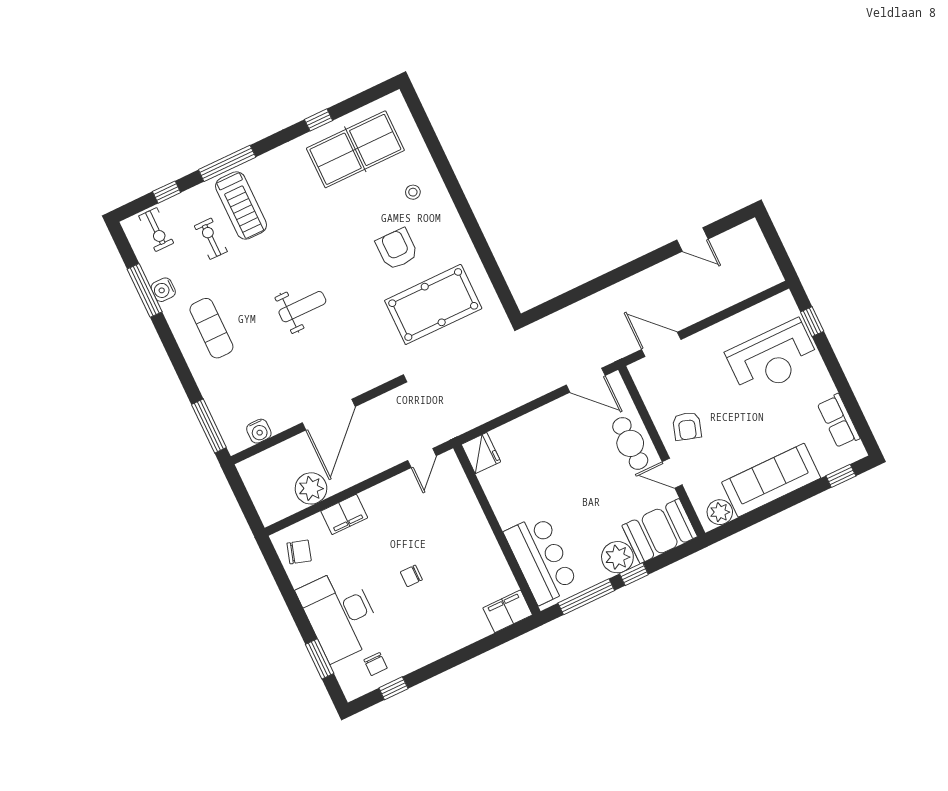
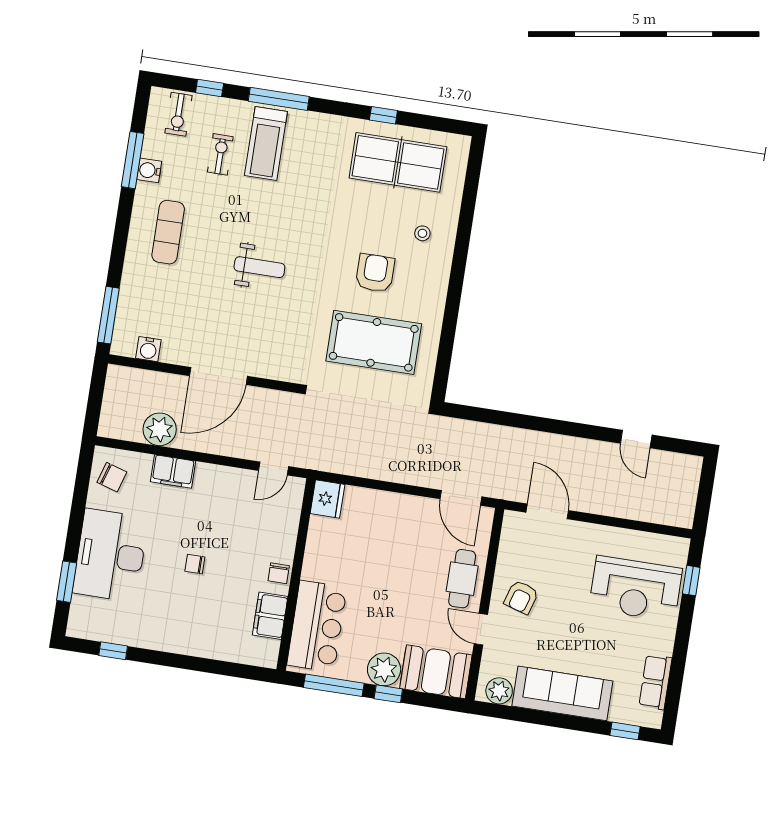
filing cabinet: (508, 611) -> (270, 616), moved, turned -90
chair: (376, 664) -> (279, 573), moved

